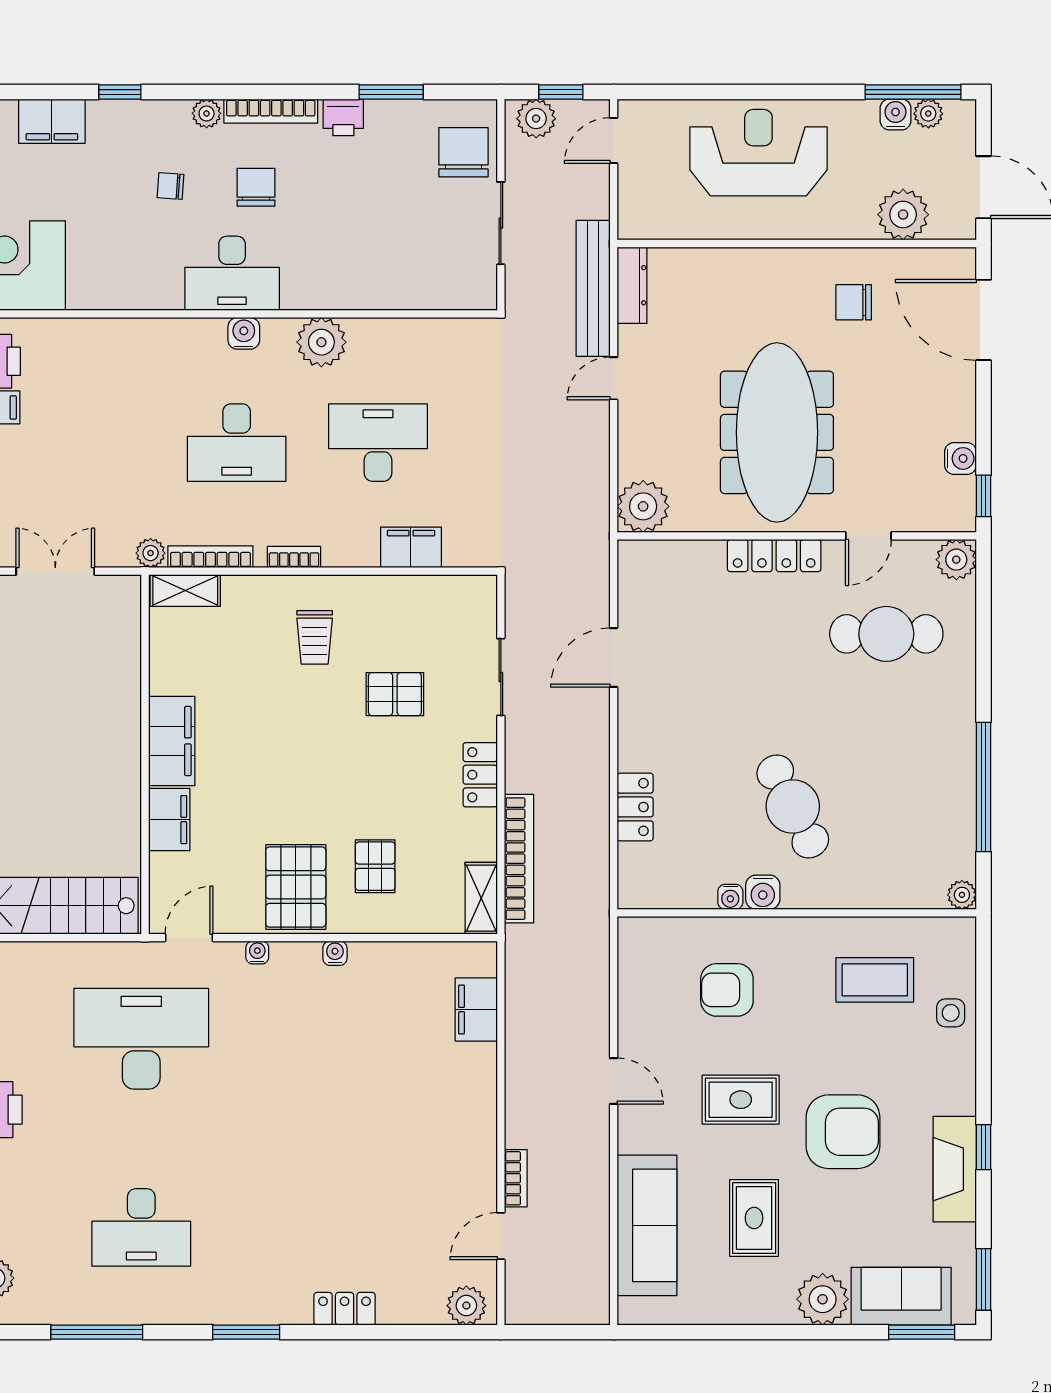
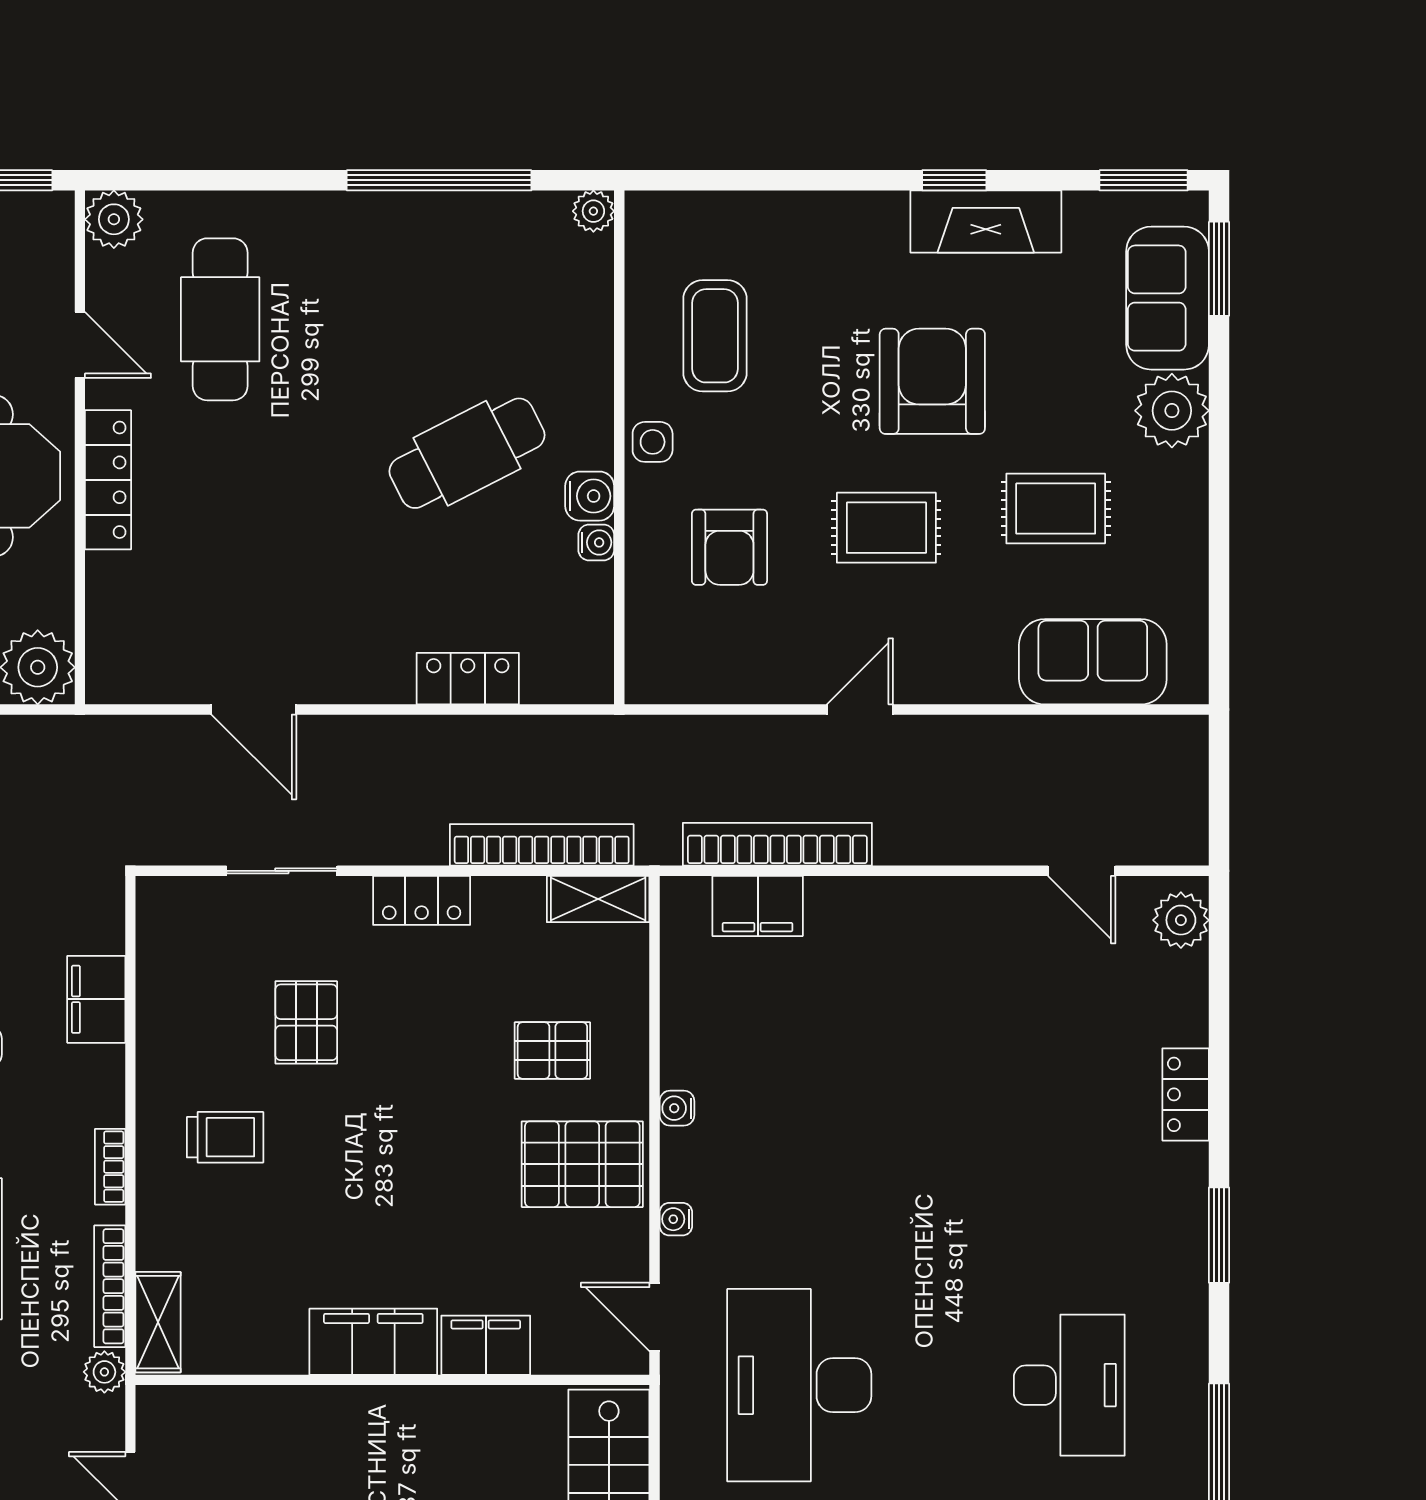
side table: (951, 1013) -> (653, 442), moved
rug: (741, 1100) -> (886, 528), turned 90
bookcase: (516, 1178) -> (777, 844), moved, width x2.31, depth x1.31
sofa: (647, 1225) -> (1093, 662), width x0.73

